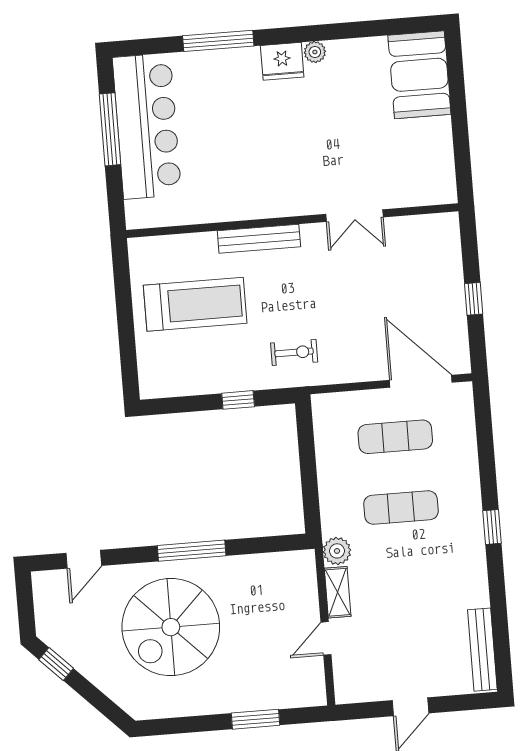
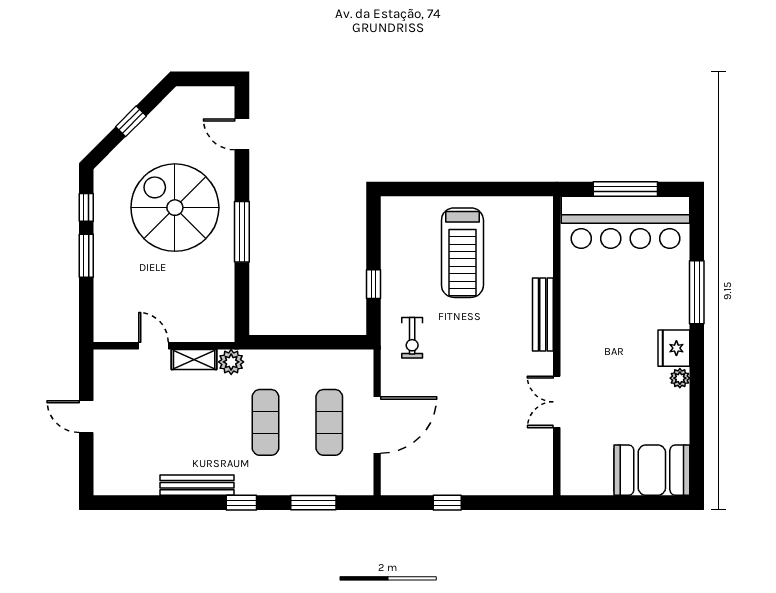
double door: (354, 216) -> (557, 402), moved
wall: (292, 221) -> (557, 346), moved
bench: (259, 239) -> (543, 315), moved
door: (421, 381) -> (377, 425), moved
window: (486, 447) -> (313, 503), added
bench: (482, 650) -> (197, 485), moved
window: (56, 664) -> (131, 121), moved
window: (255, 719) -> (86, 256), moved
window: (178, 725) -> (86, 207), added

